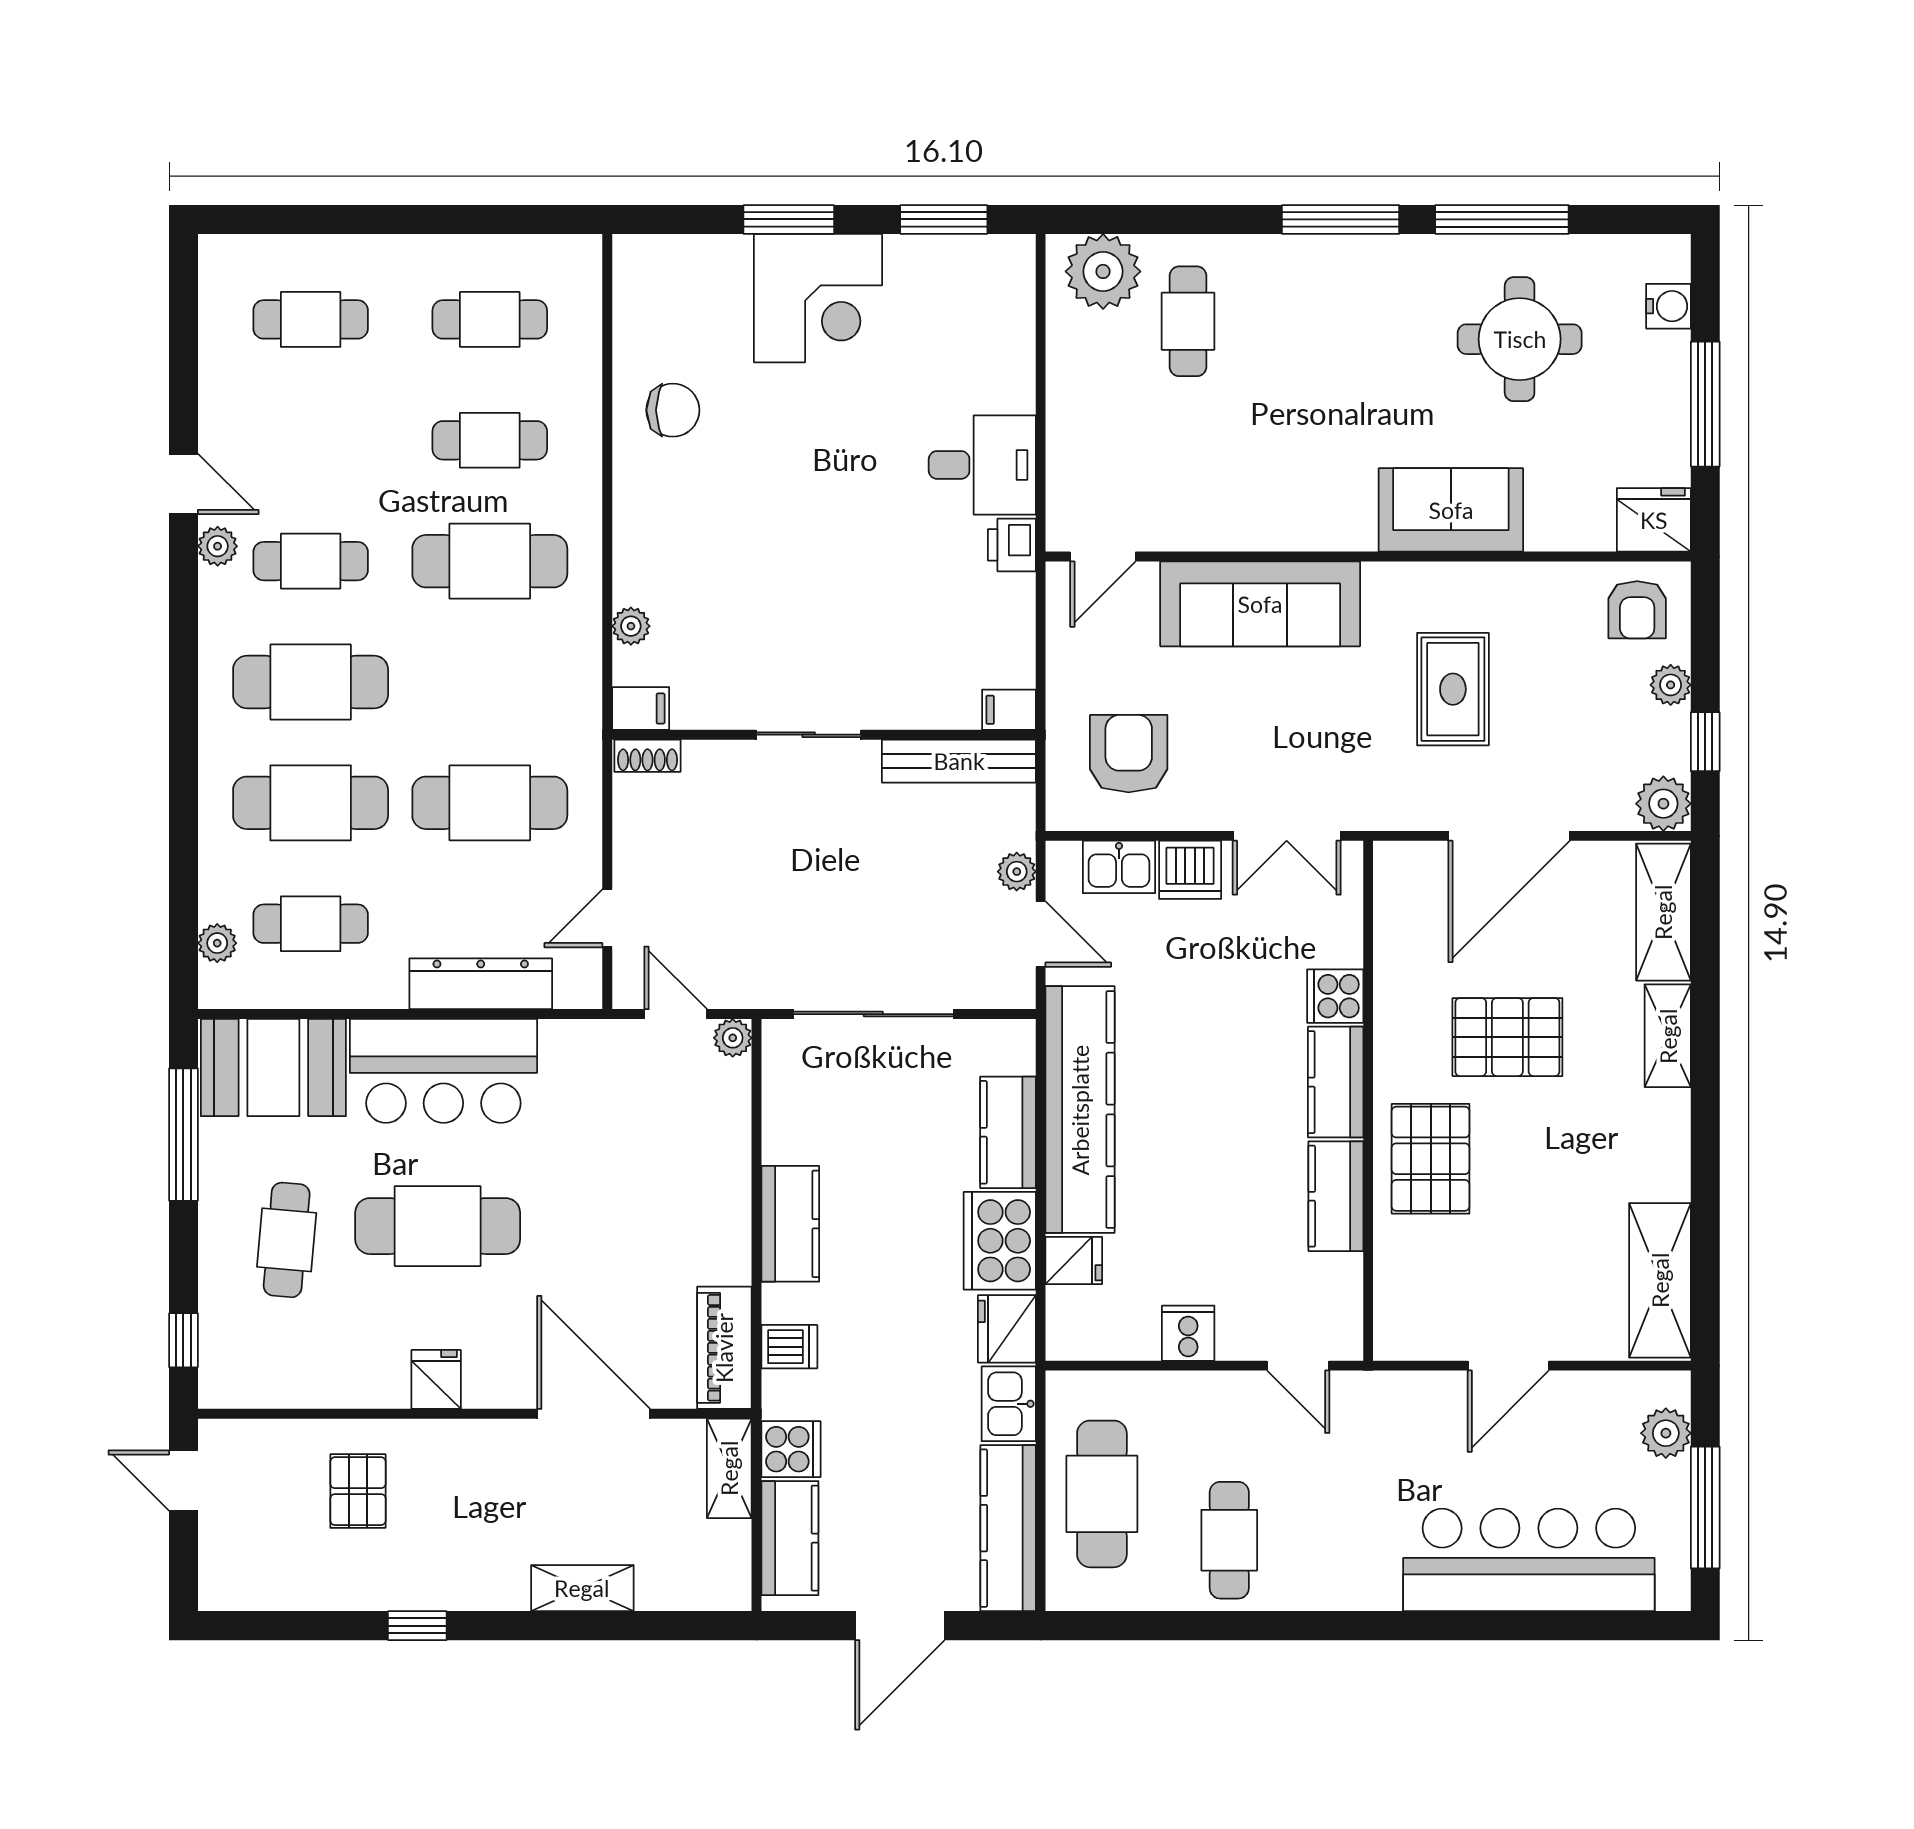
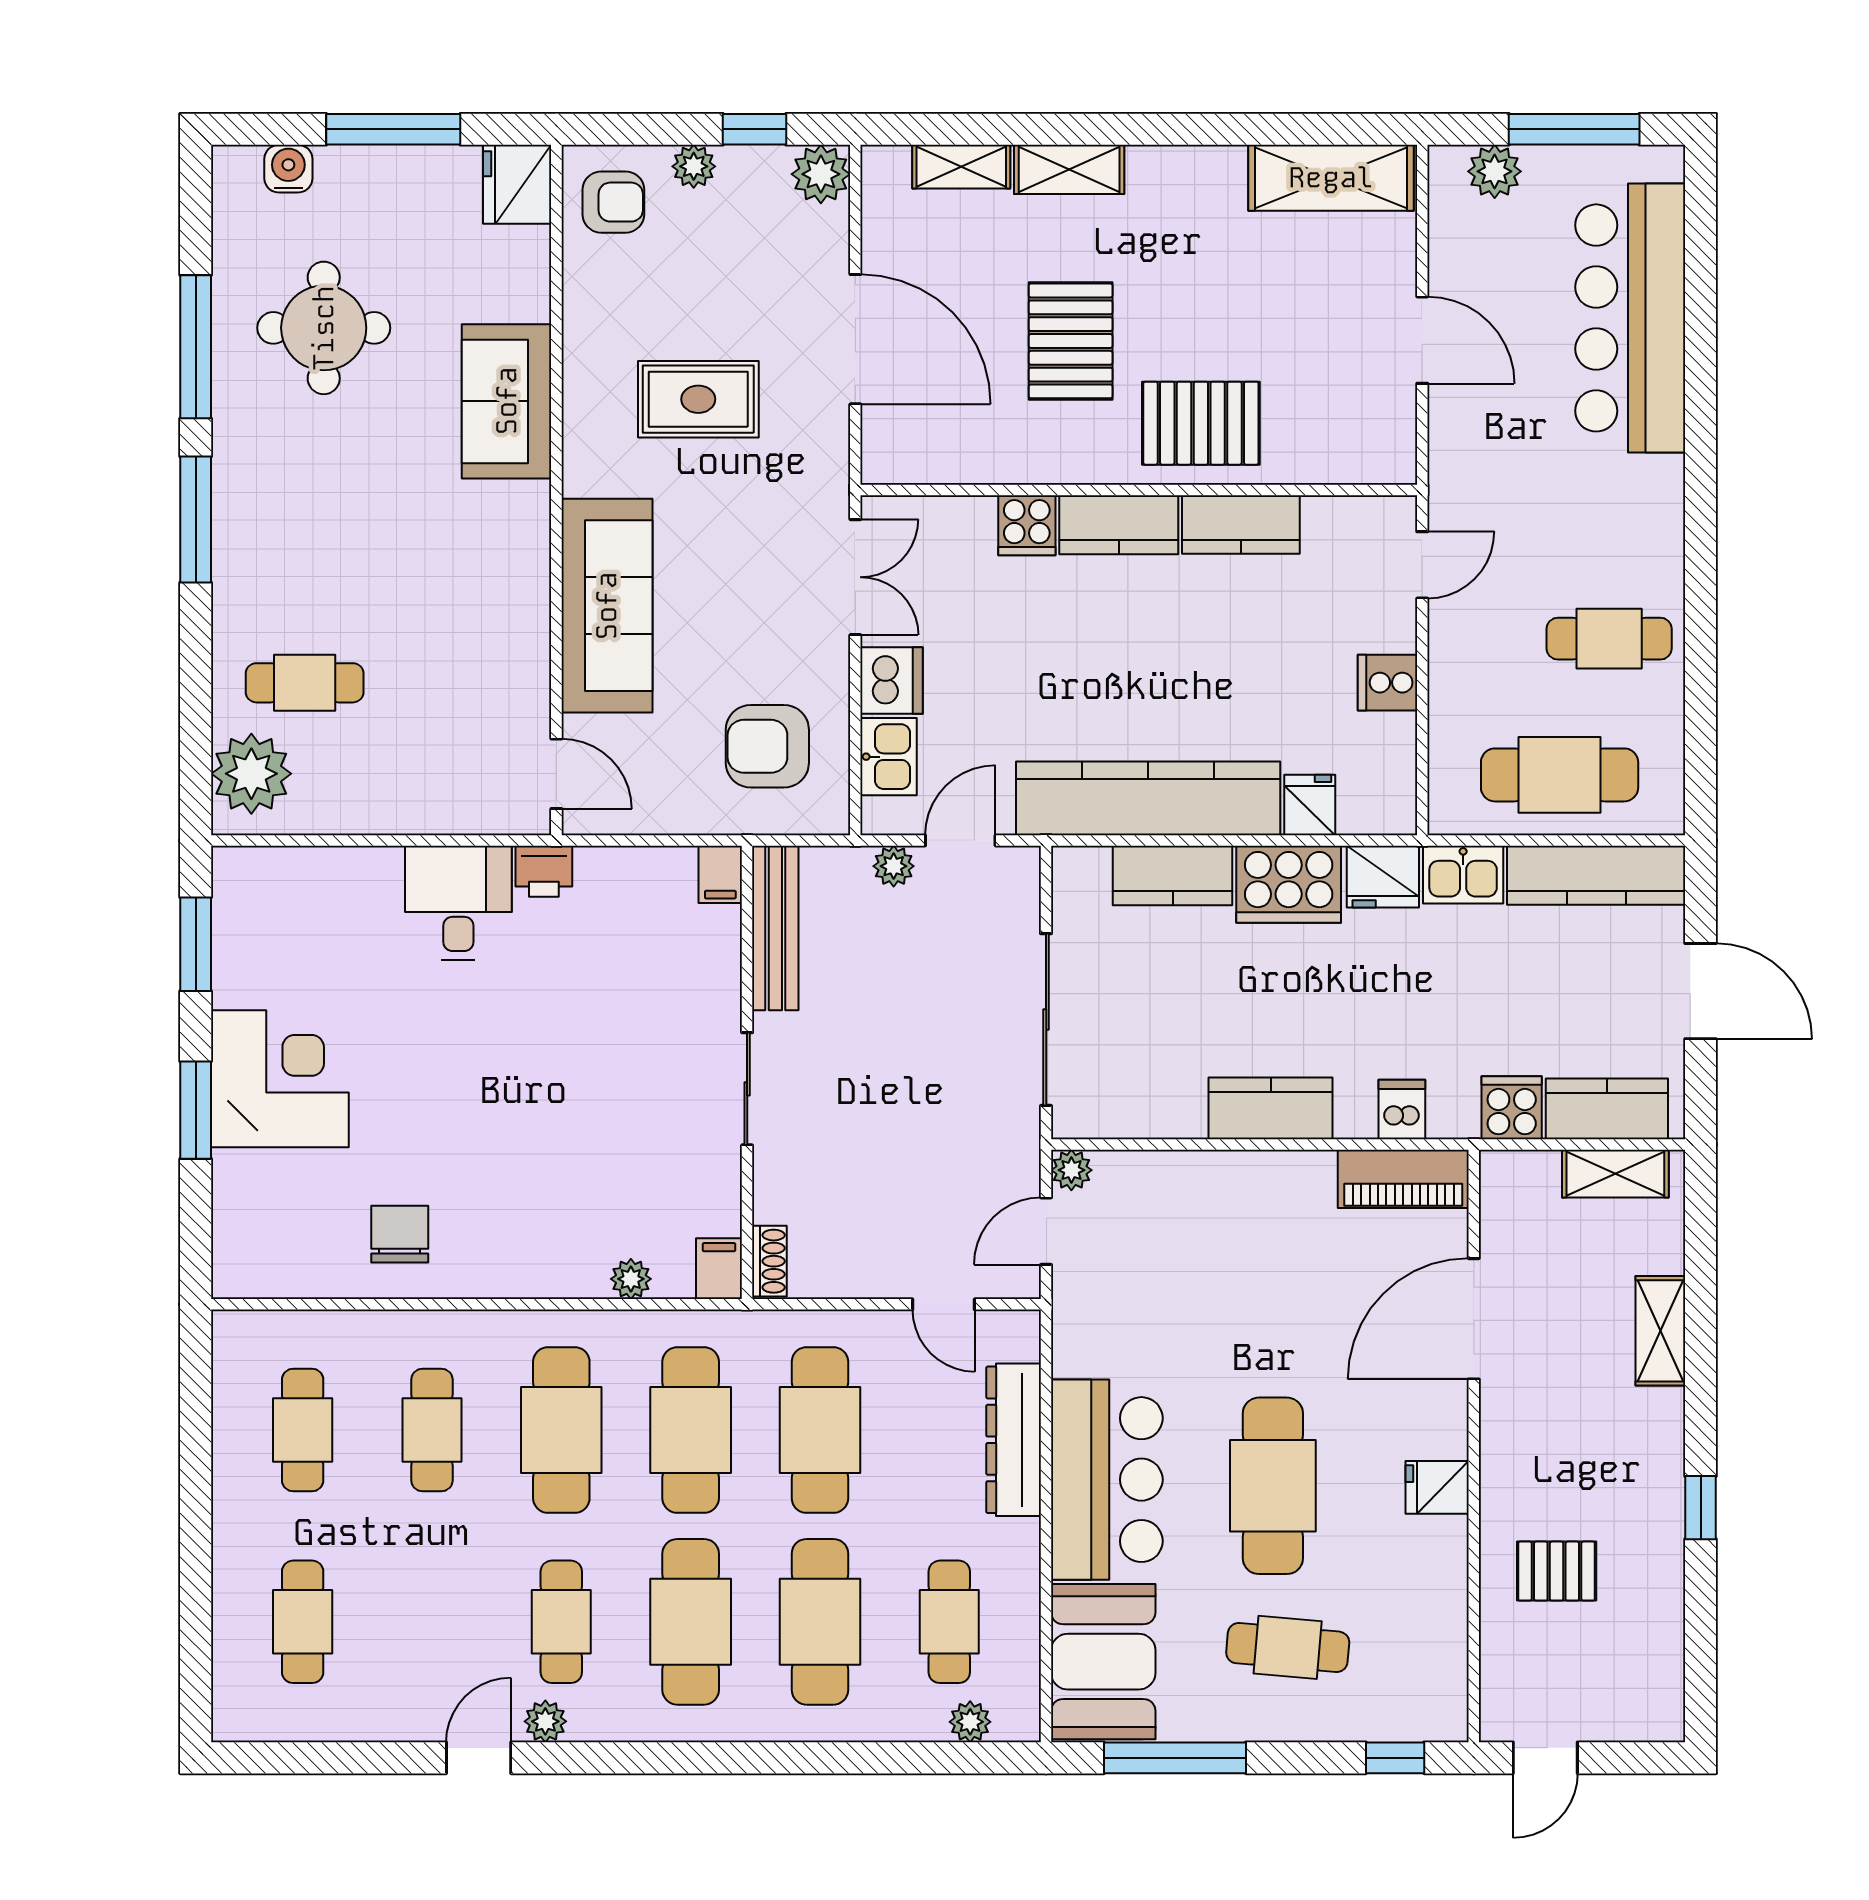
cafe table: (490, 682) -> (691, 1430), added
shelving: (1663, 912) -> (961, 167), width x0.67, depth x0.75
shelving: (729, 1468) -> (1615, 1174), moved

